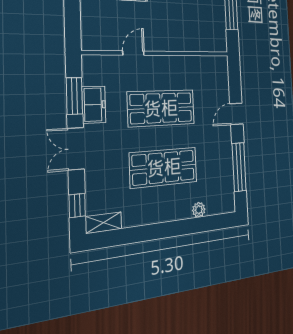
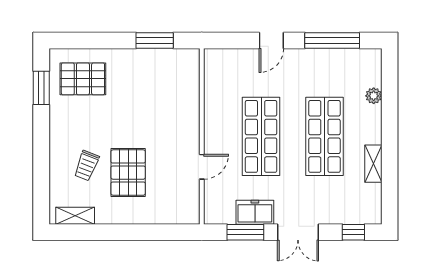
door: (133, 53) -> (202, 167), swing flipped
door: (236, 114) -> (271, 40), hinge flipped
shelving: (103, 223) -> (373, 164), moved

